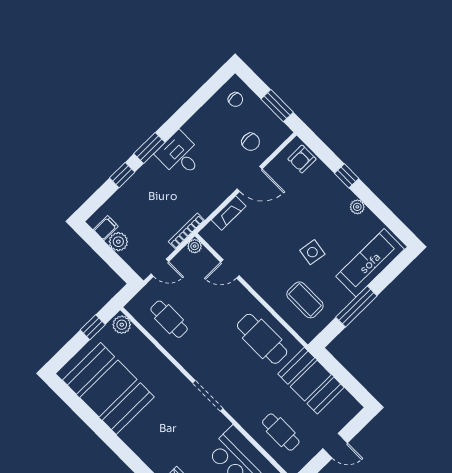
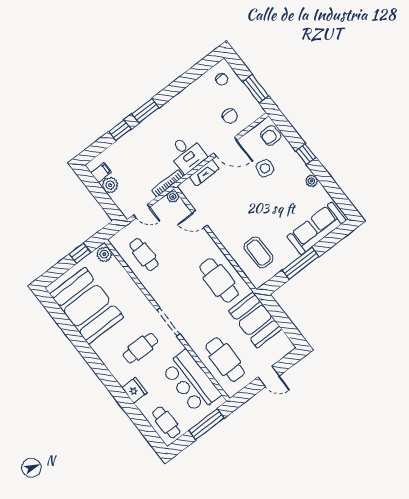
desk: (180, 155) -> (187, 154), moved, turned 180
side table: (312, 252) -> (265, 168), moved
cafe table: (179, 431) -> (140, 348), added
cafe table: (281, 432) -> (225, 360), width x1.37, depth x1.35

